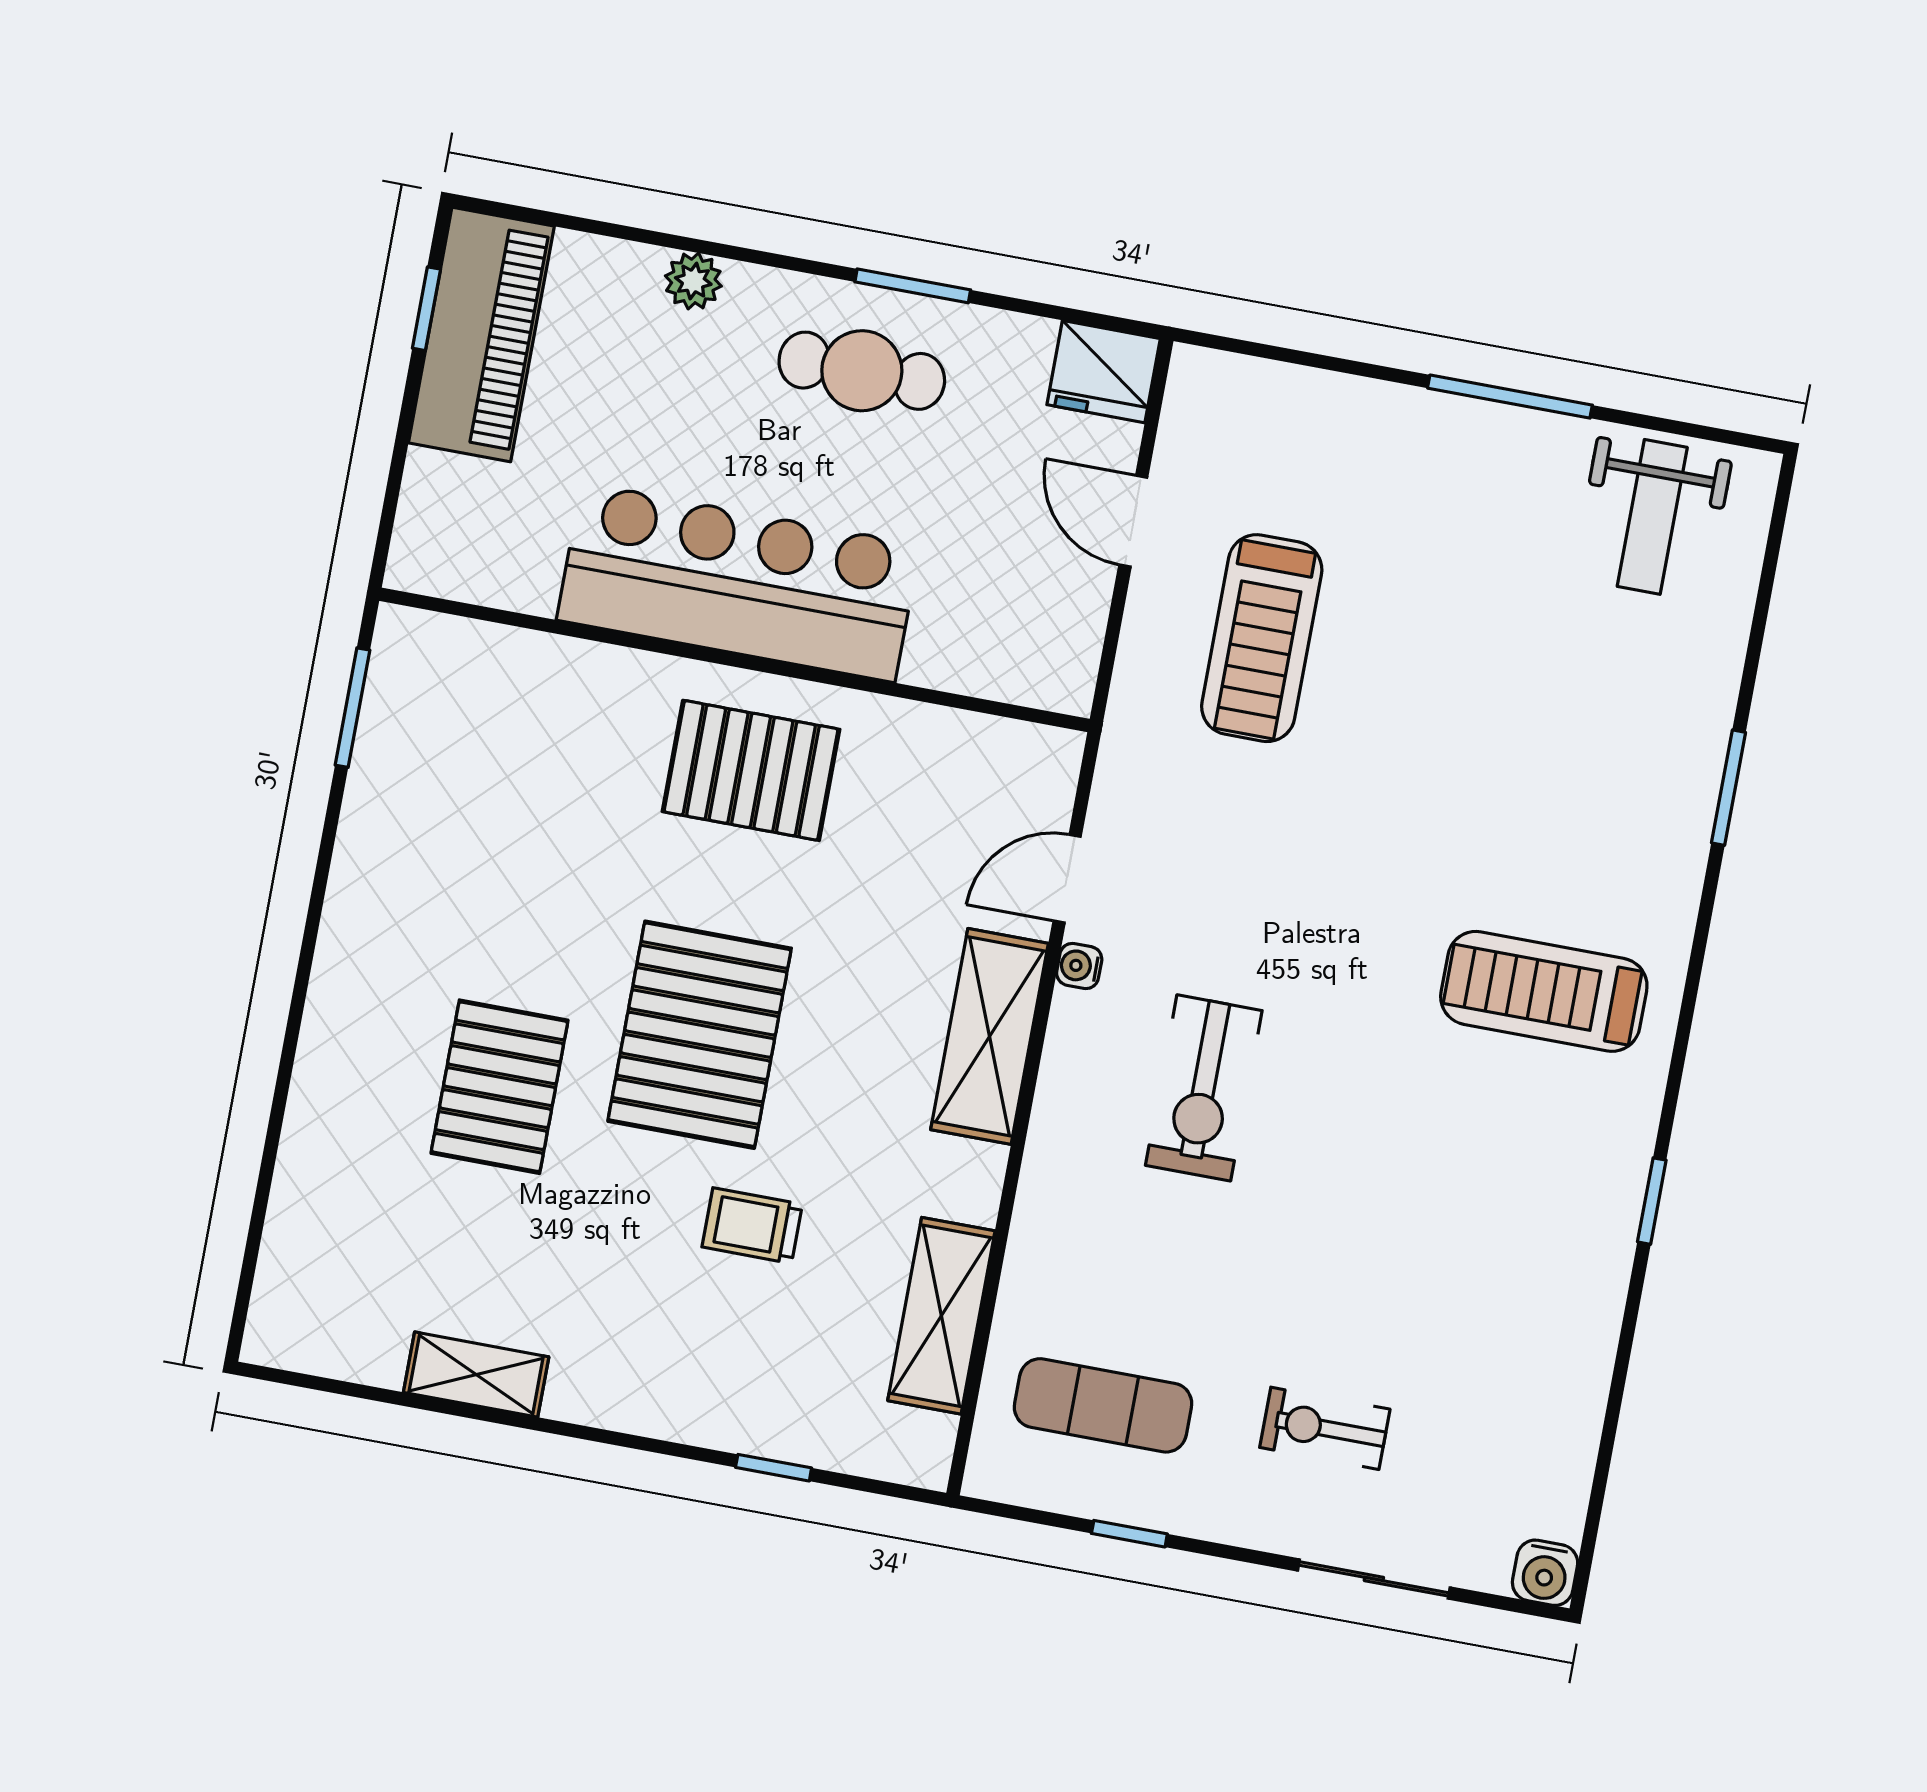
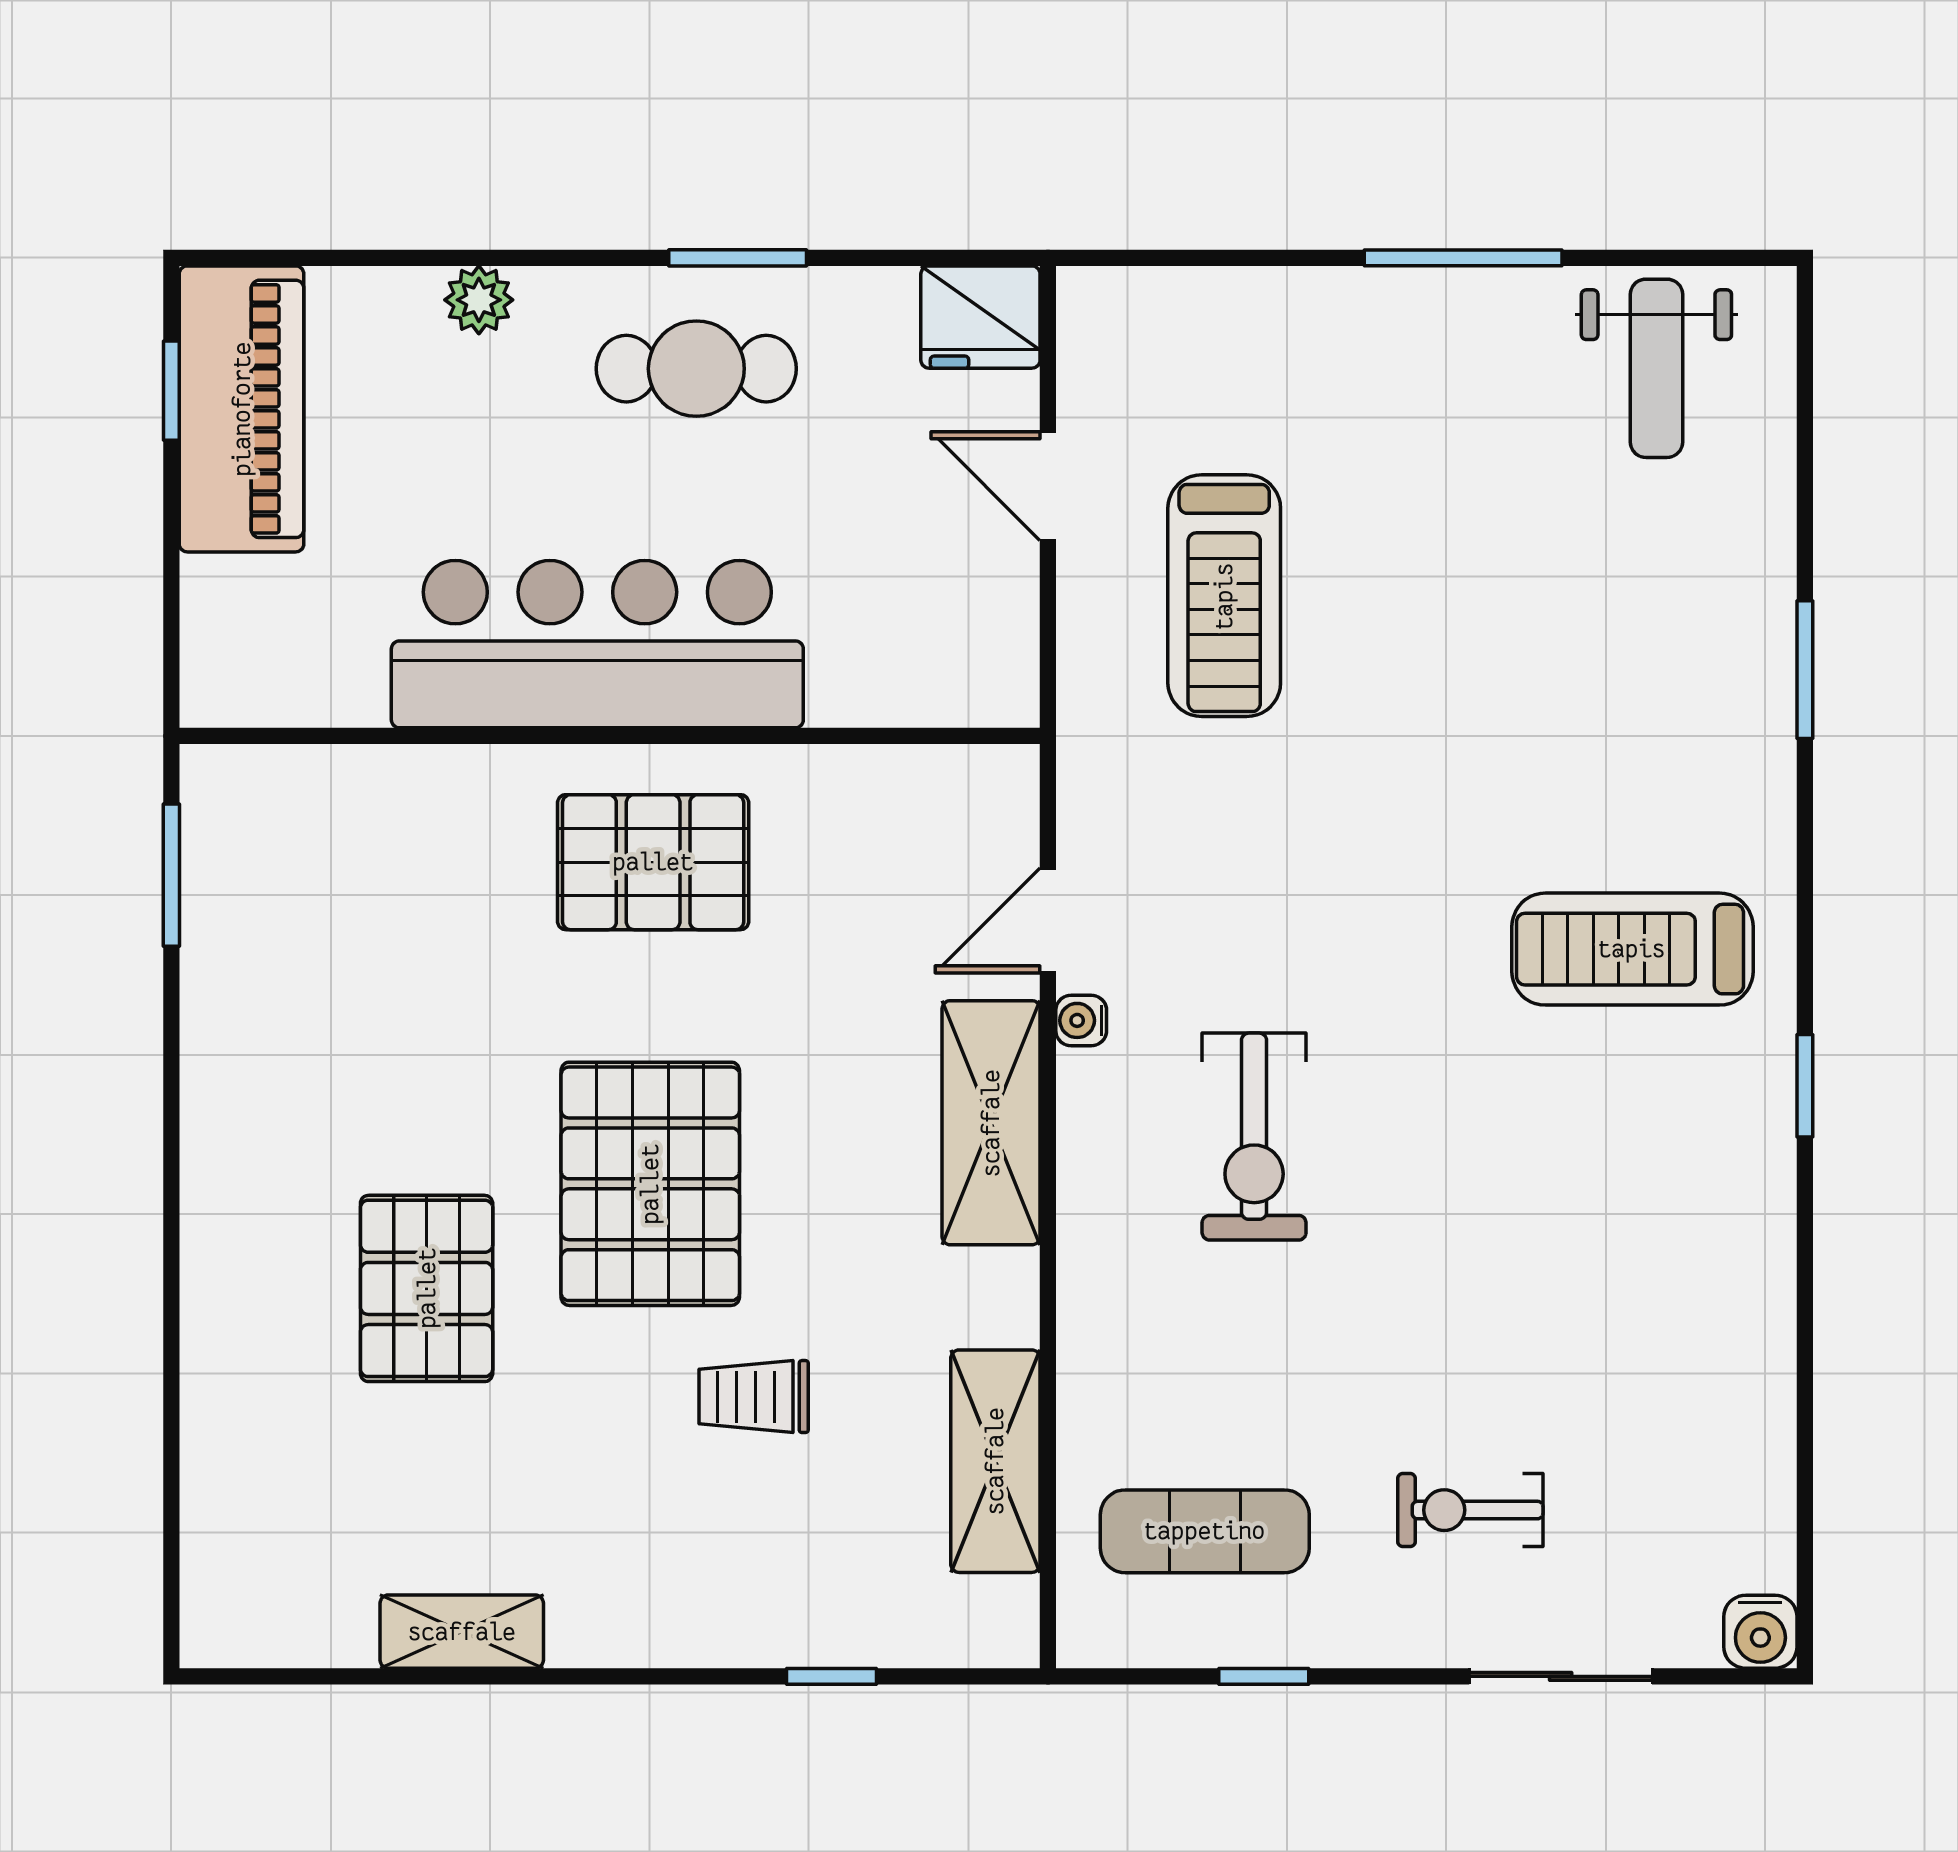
window: (1652, 1201) -> (1805, 1086), moved

